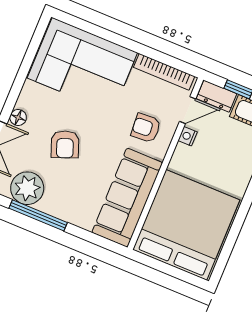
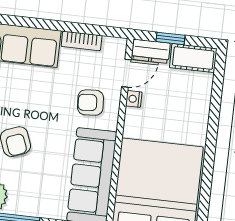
bookcase: (164, 72) -> (82, 41), width x0.64

